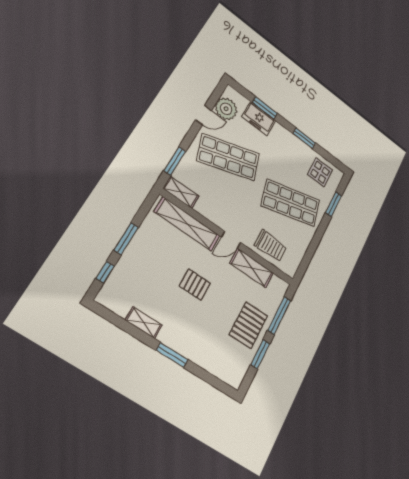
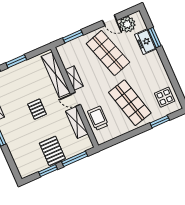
window: (304, 138) -> (169, 71), removed
shelving: (181, 192) -> (74, 78), moved
trolley: (271, 246) -> (98, 118), turned 180
pallet: (248, 325) -> (52, 151), turned 90

